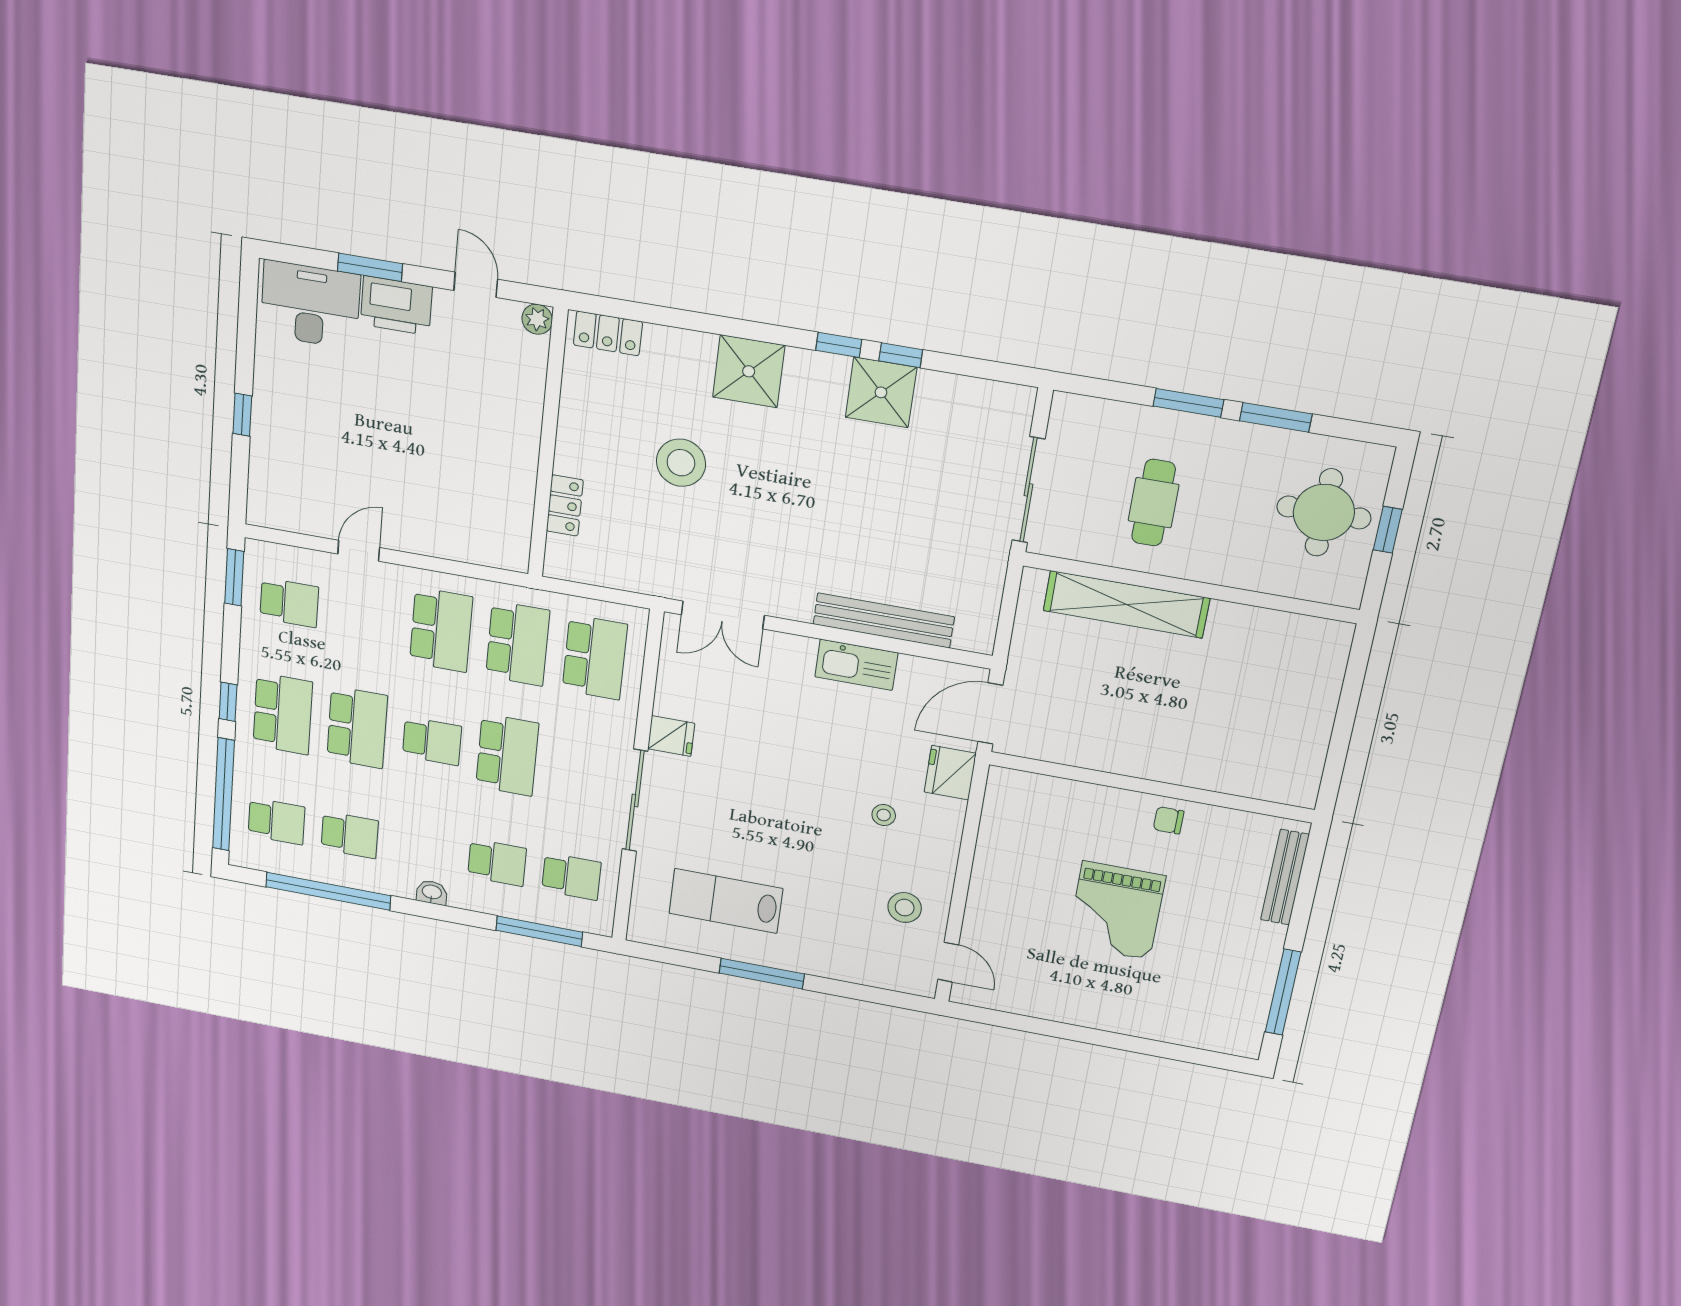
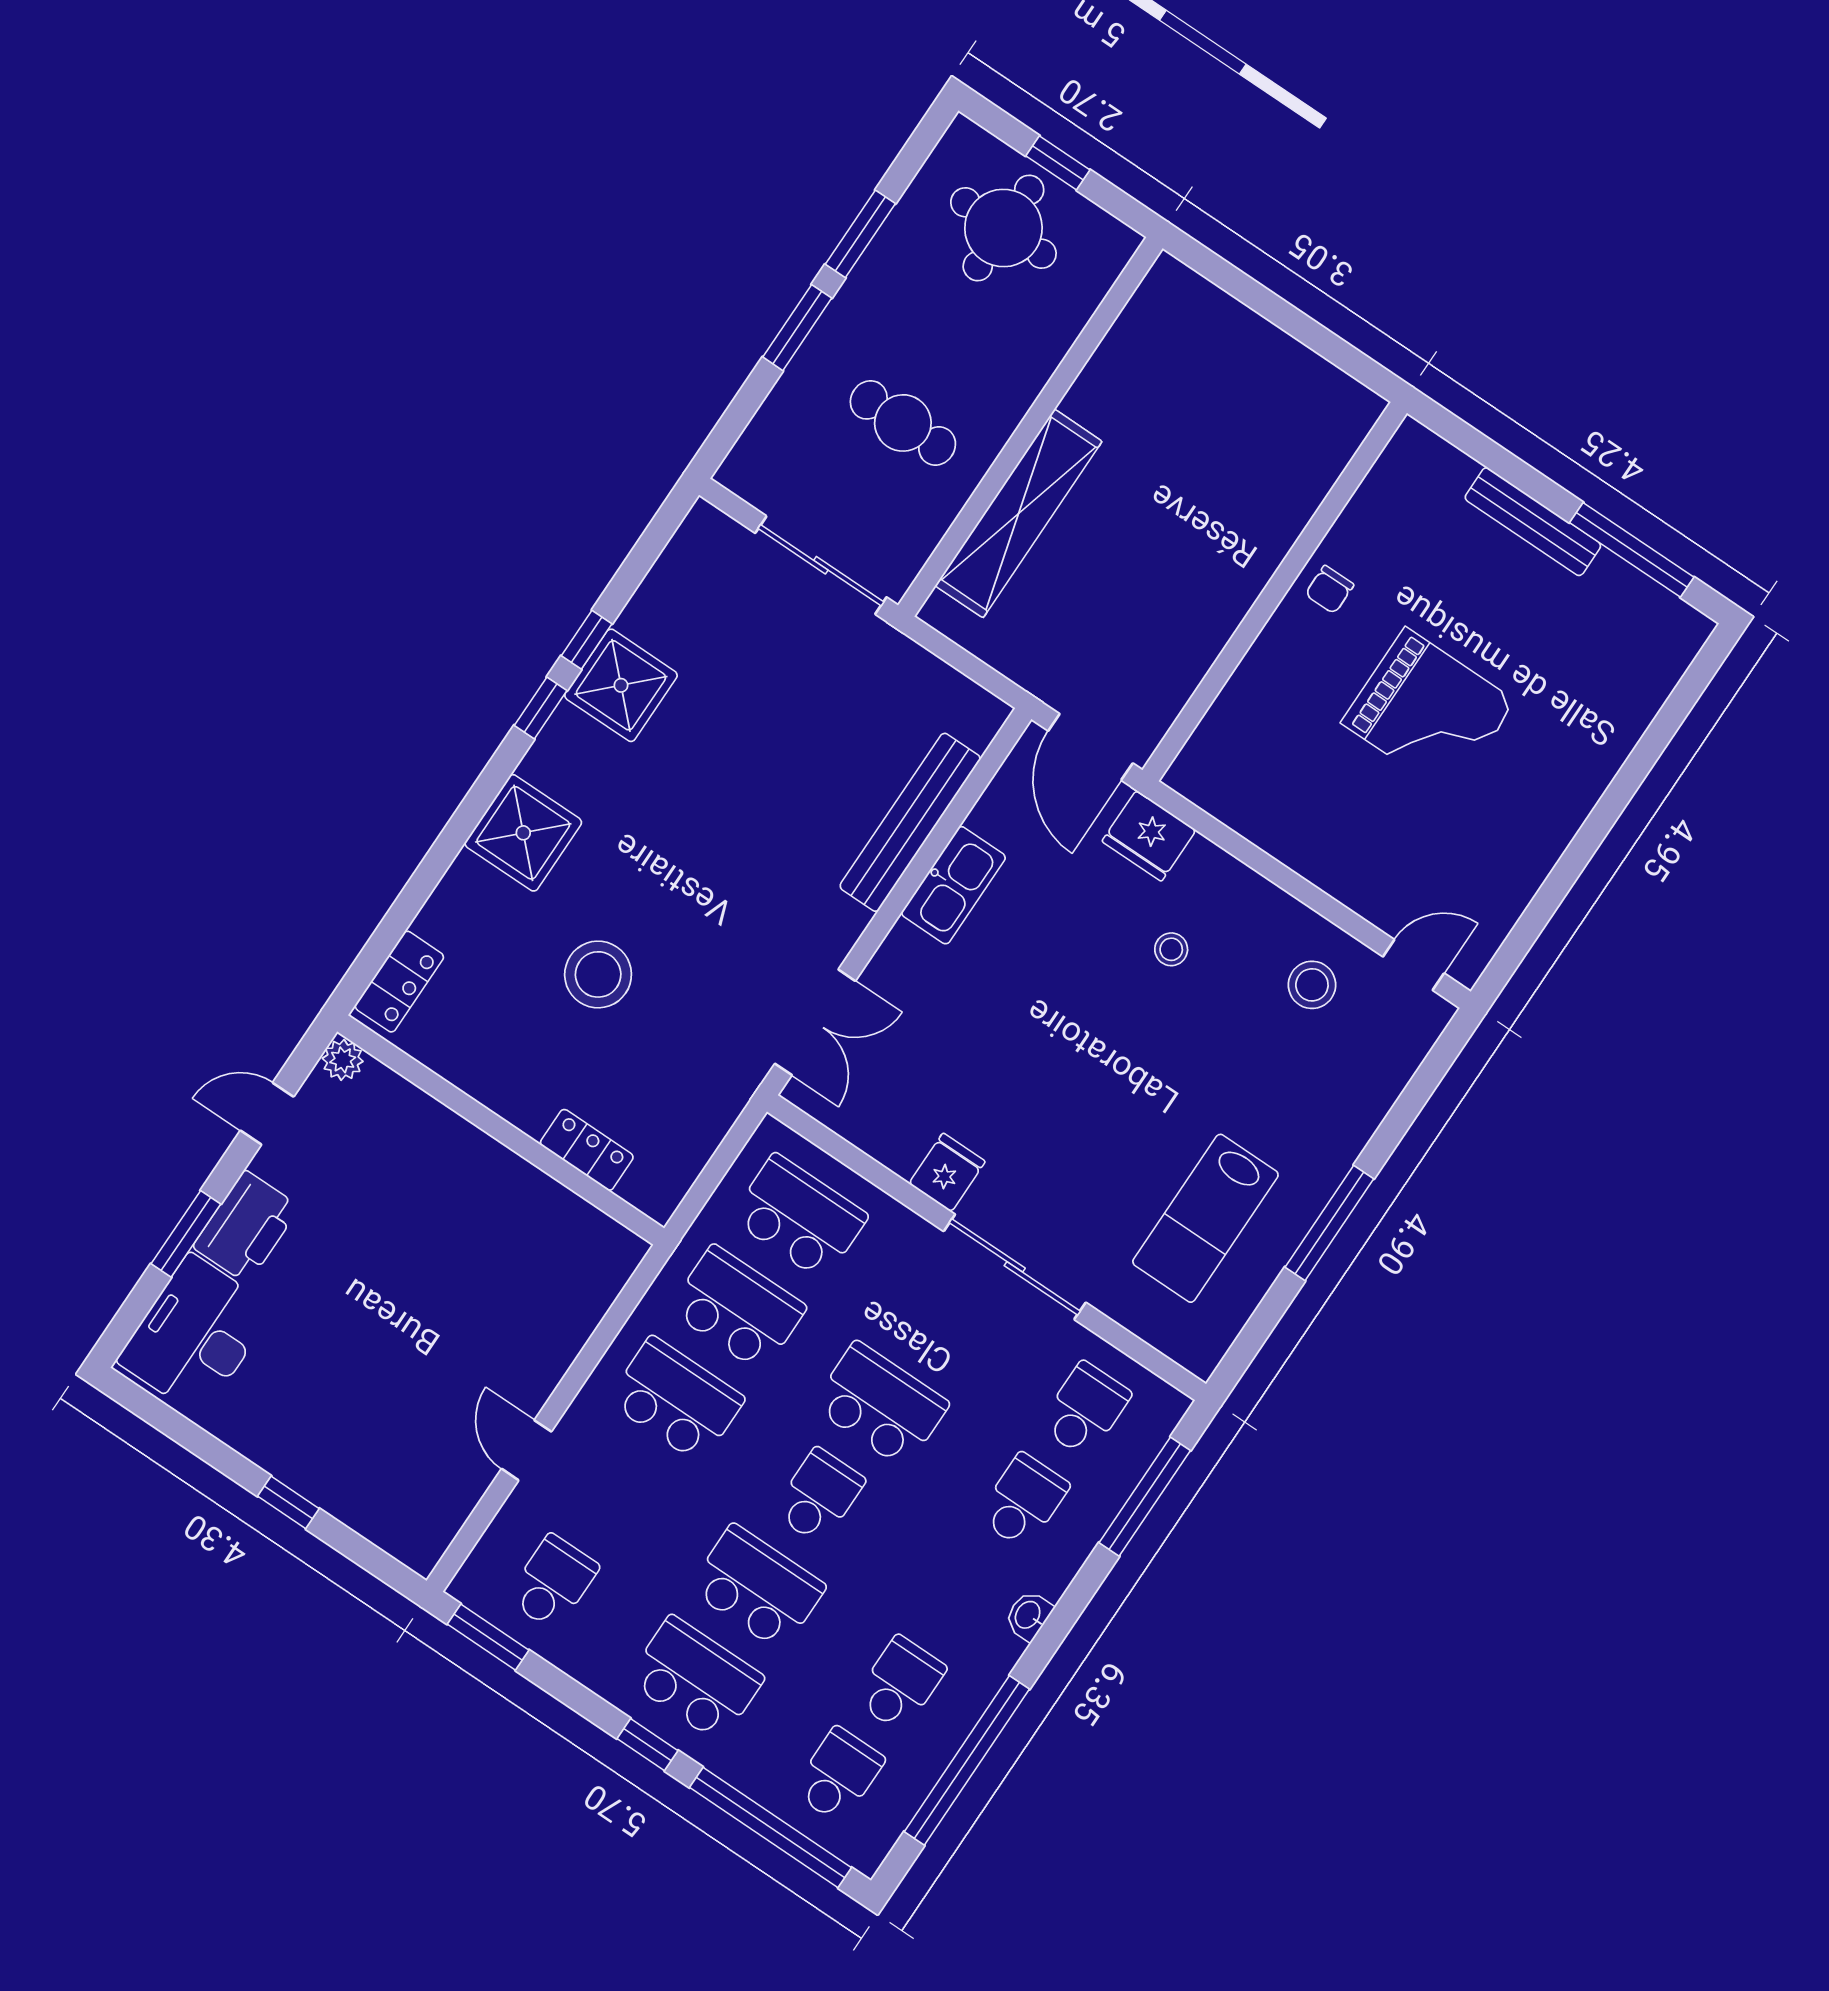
bench: (1285, 877) -> (1533, 522), moved

